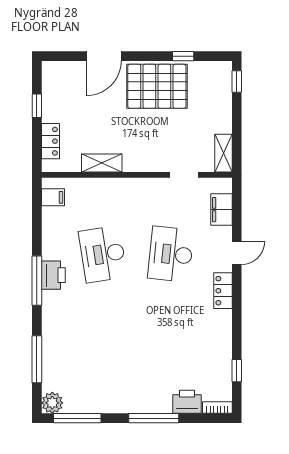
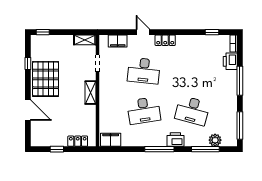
shelving: (102, 163) -> (90, 93), moved
filing cabinet: (53, 197) -> (111, 140), width x2.00
printer: (53, 275) -> (175, 139), moved
desk: (103, 337) -> (192, 111), added
plant: (52, 403) -> (215, 140), moved

